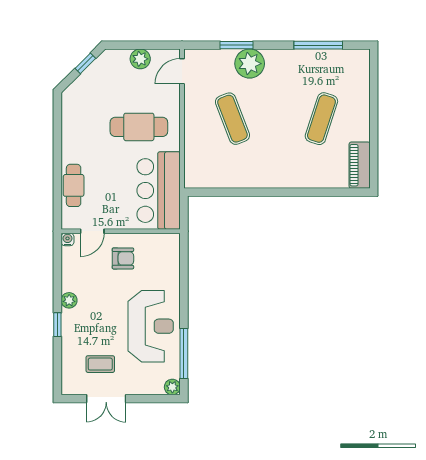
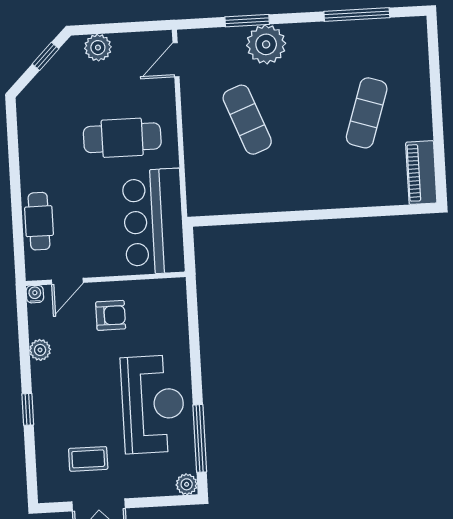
plant: (140, 59) -> (98, 48), moved
plant: (69, 300) -> (40, 350), moved

